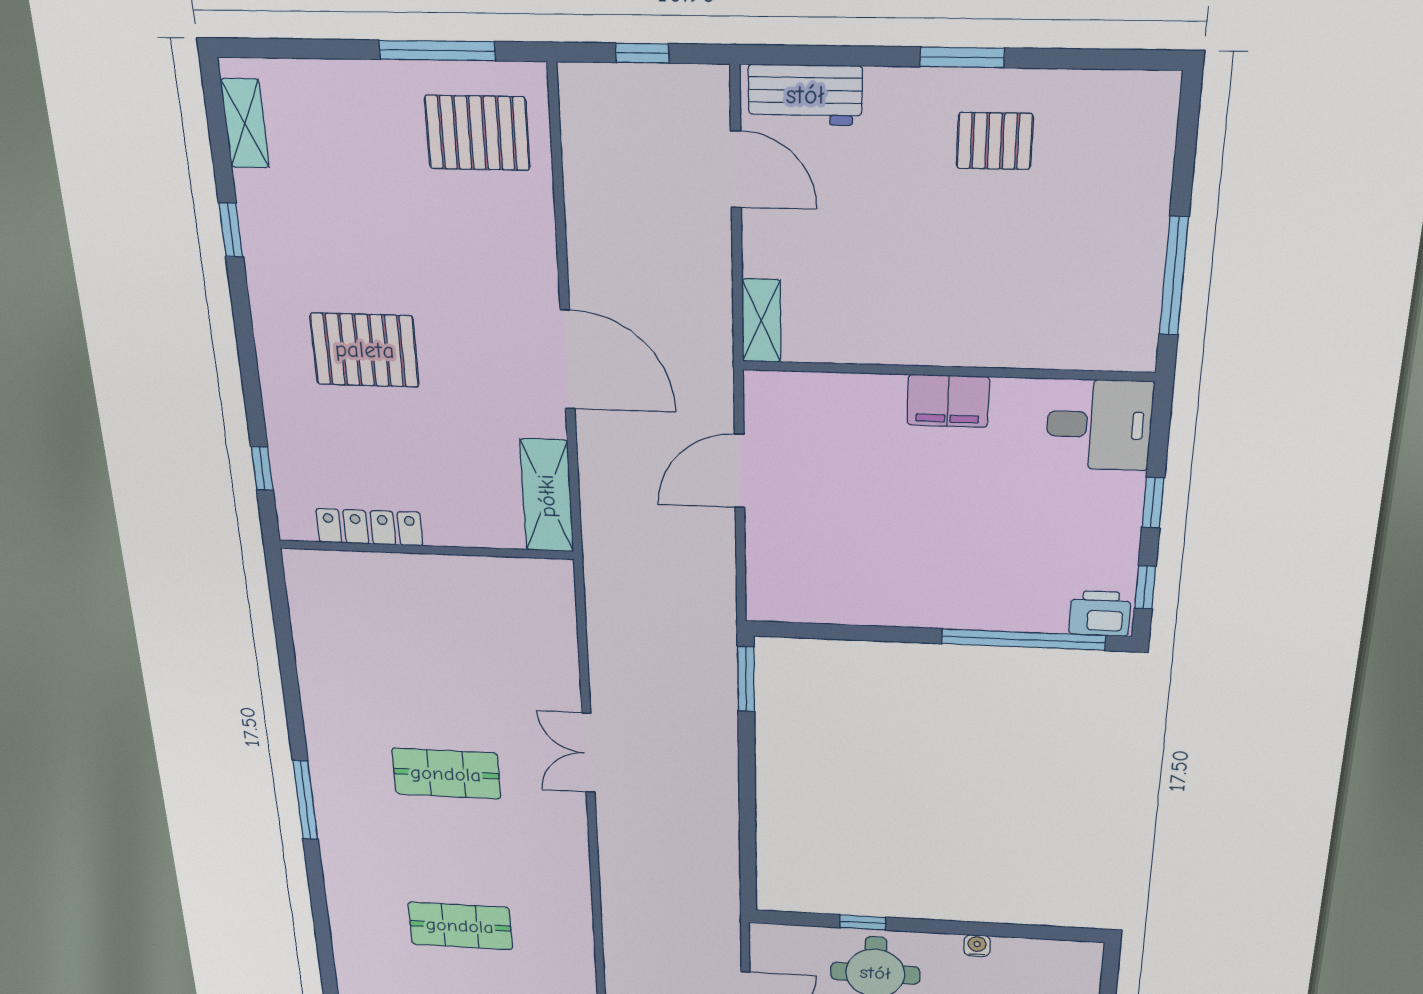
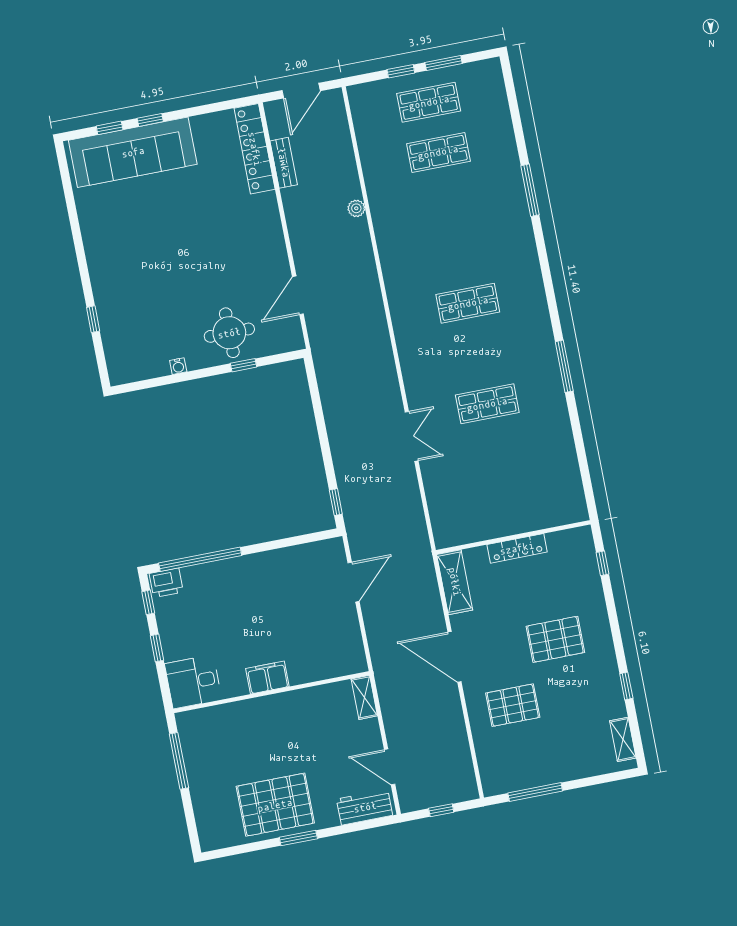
pallet: (477, 133) -> (513, 705), moved
pallet: (995, 141) -> (275, 805), width x2.05, depth x2.00
door: (740, 471) -> (354, 582), moved
locker: (369, 527) -> (517, 548), moved
window: (746, 679) -> (336, 502), width x0.67

